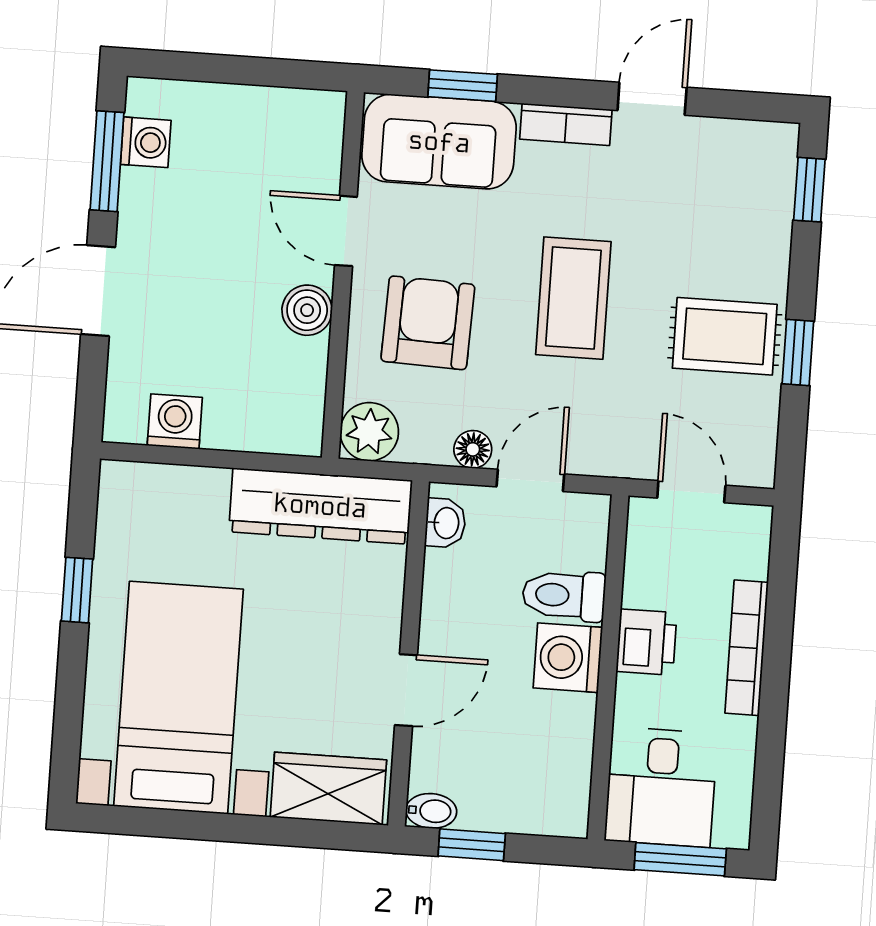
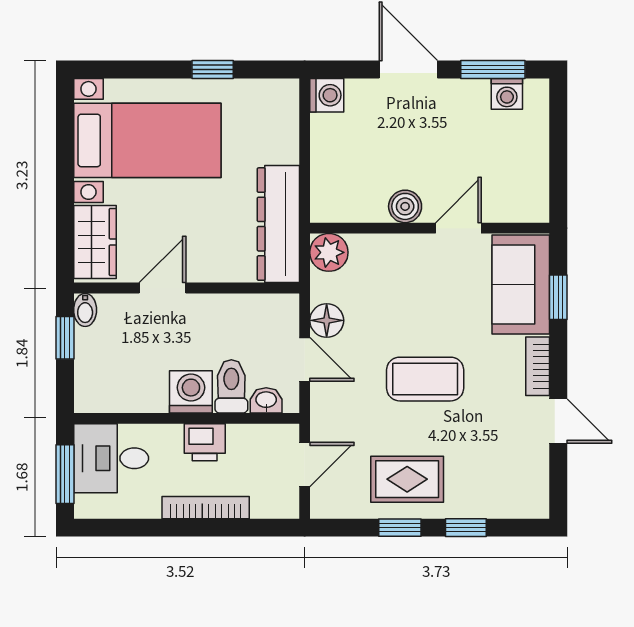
window: (809, 190) -> (466, 528), moved
armchair: (428, 323) -> (402, 286), removed
rug: (725, 336) -> (407, 479), turned 90
washing machine: (175, 421) -> (327, 95), moved
floor lamp: (473, 449) -> (327, 320), width x1.37, depth x1.37
washbasin: (445, 523) -> (266, 400), moved, turned 180
door: (406, 690) -> (163, 288), swing flipped

